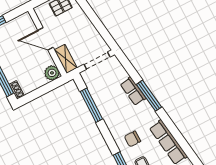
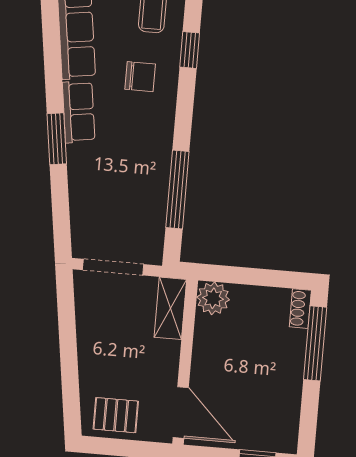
door: (46, 39) -> (181, 412), moved
row of seats: (133, 91) -> (79, 112), moved
window: (149, 96) -> (57, 139), width x0.69

